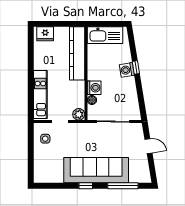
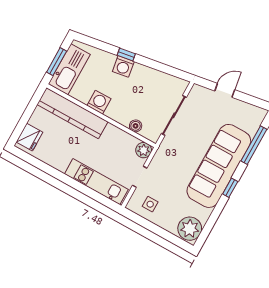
window: (105, 24) -> (57, 62), added
washing machine: (94, 88) -> (99, 102), moved
plant: (44, 174) -> (190, 229), added

